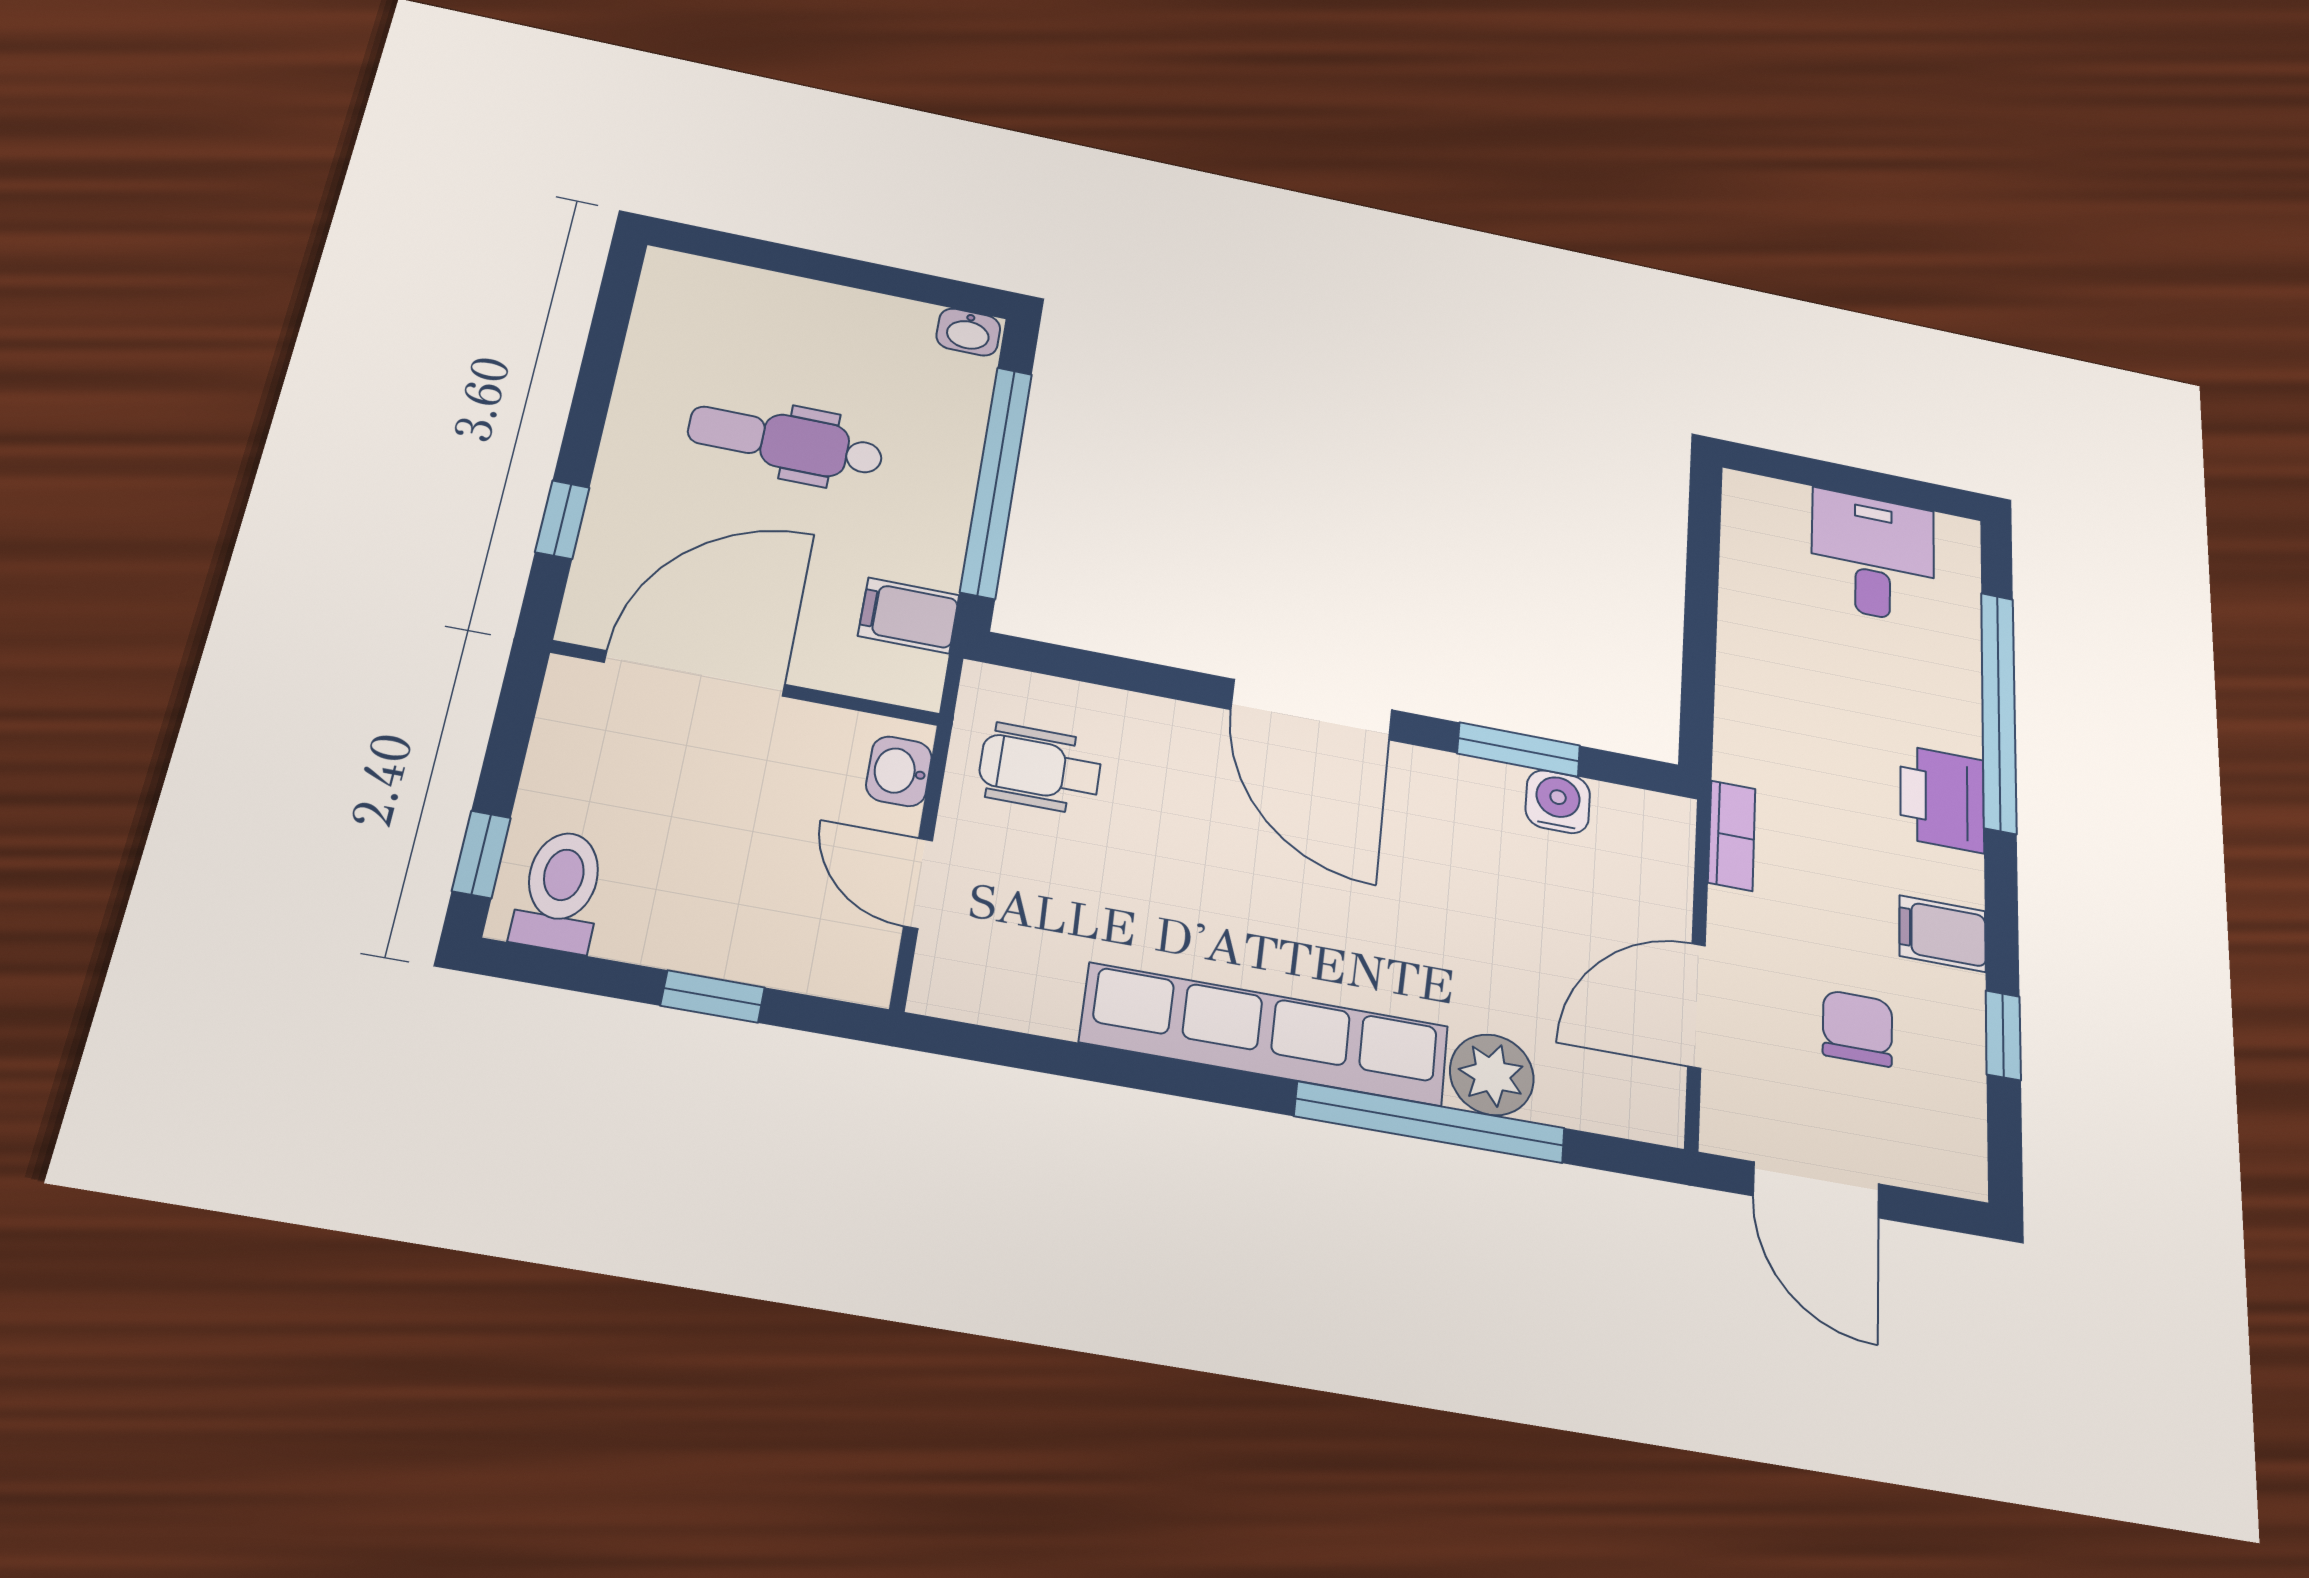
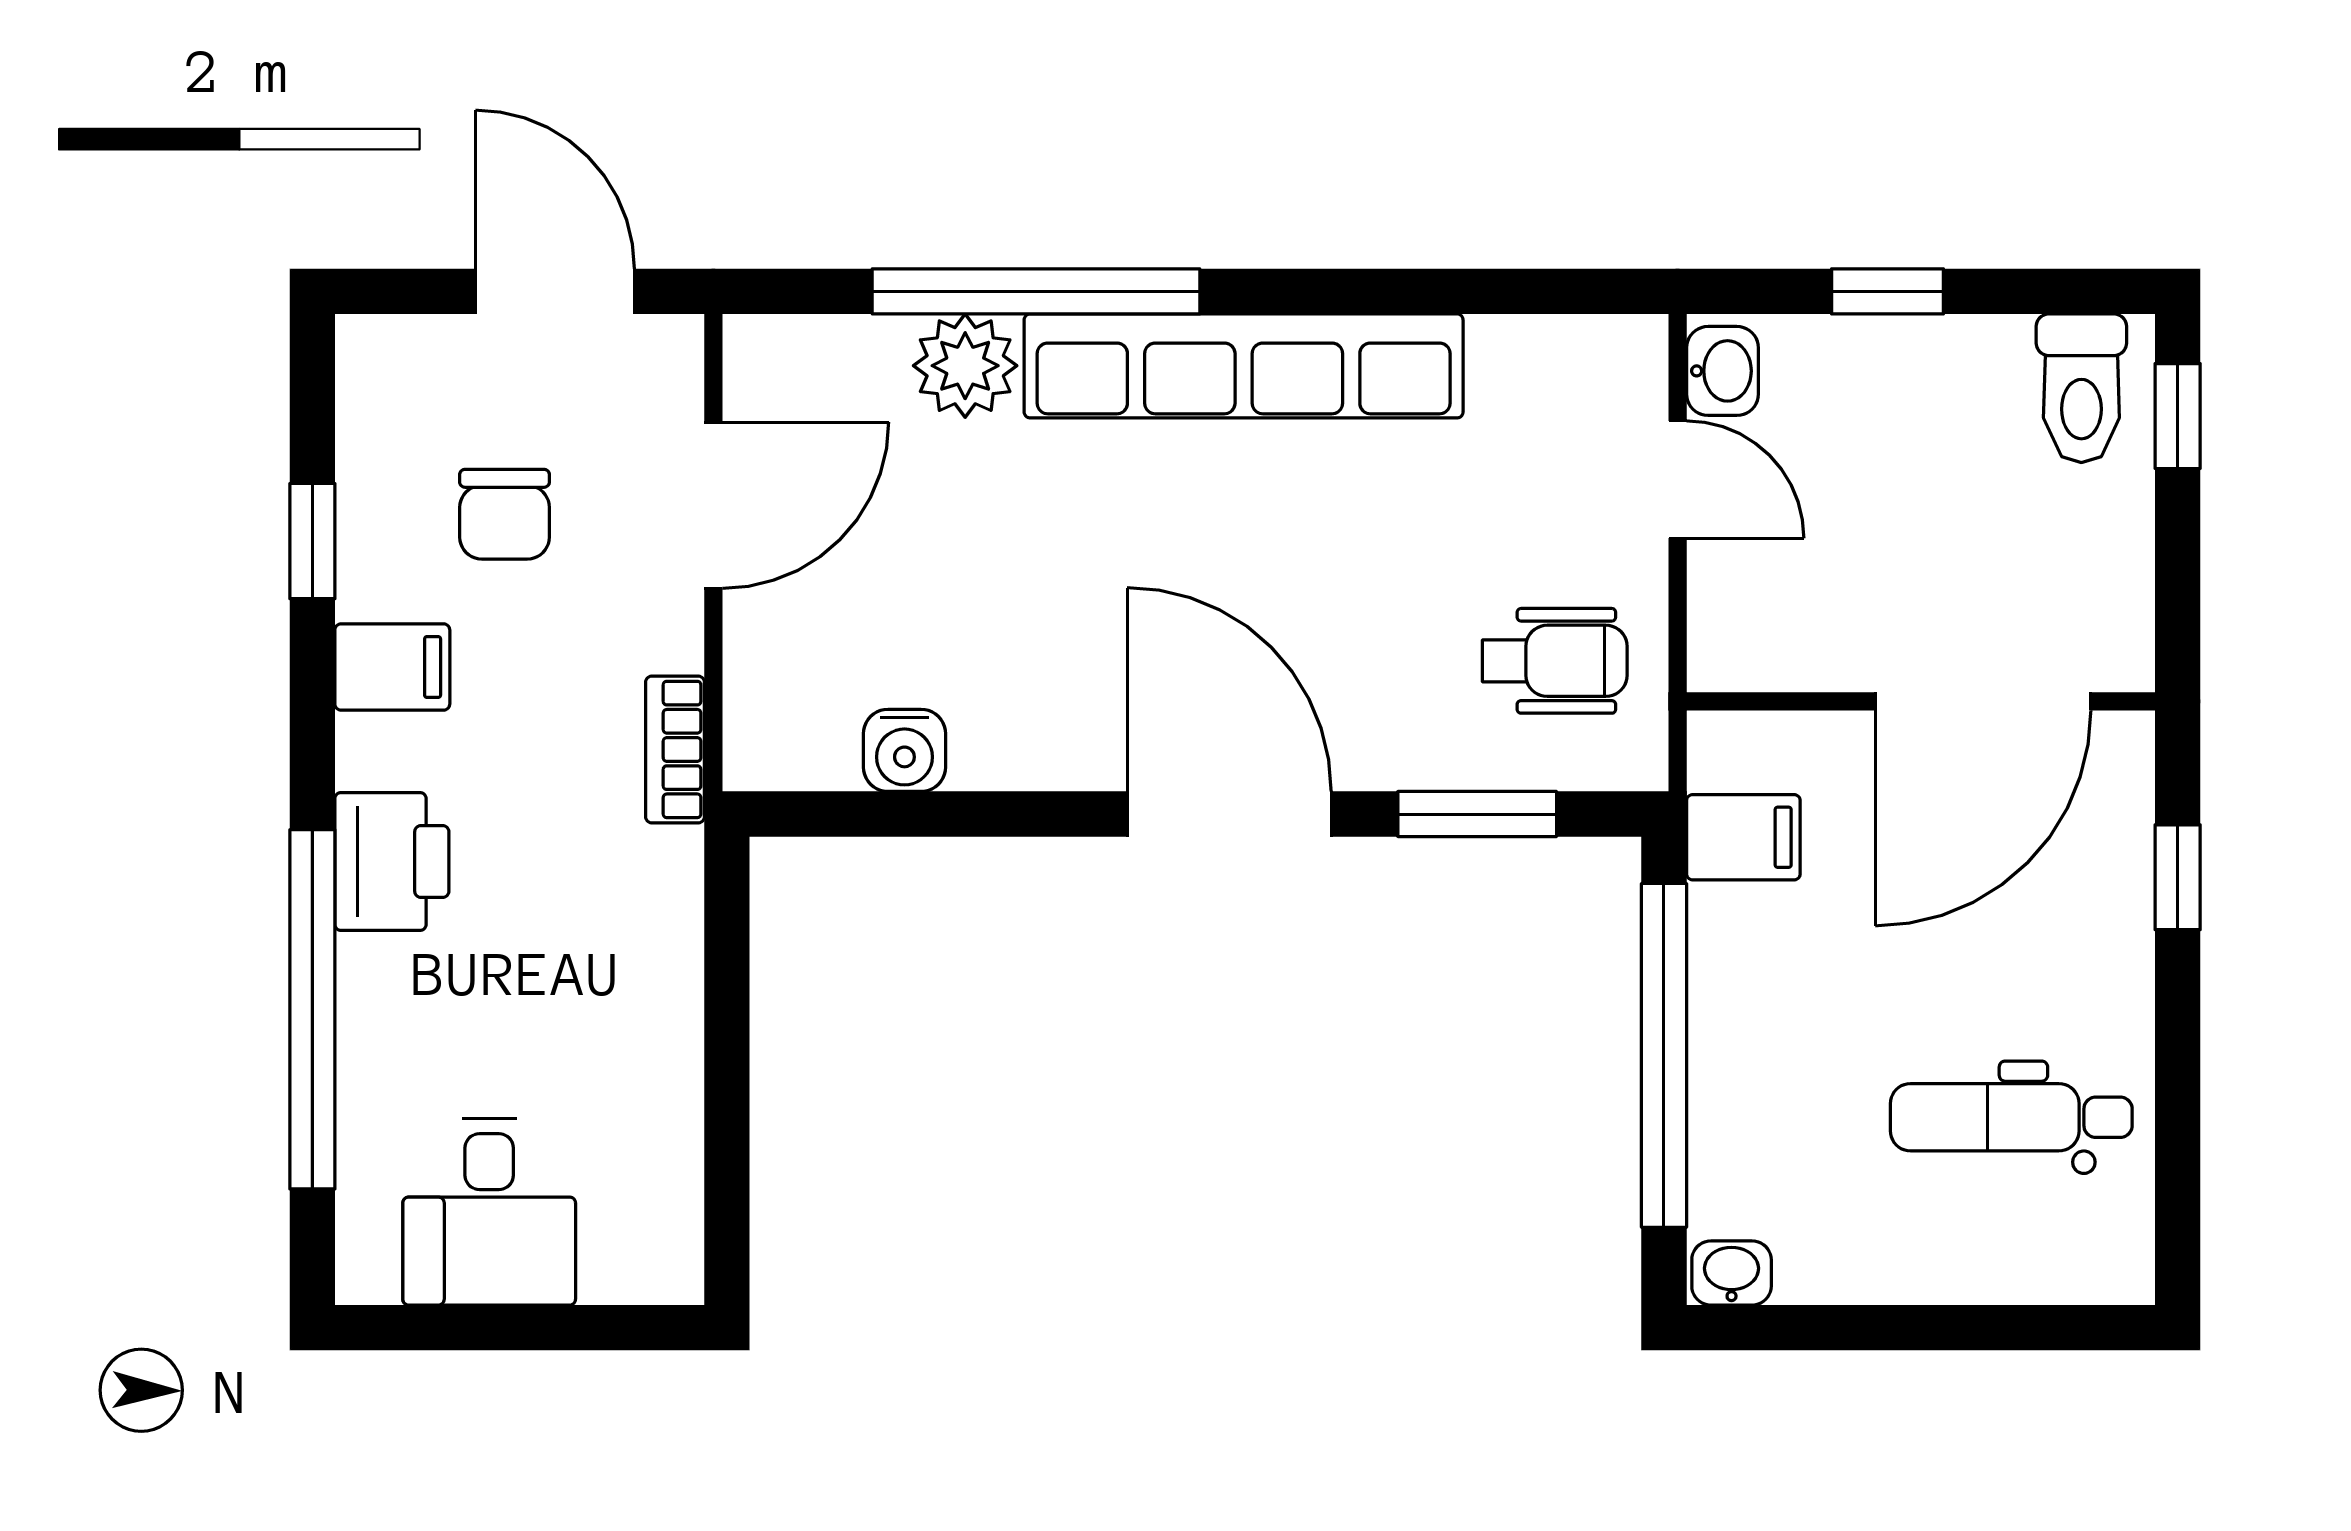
dental chair: (786, 442) -> (2011, 1117), moved, turned 180
window: (1519, 750) -> (1477, 814), moved
washbasin: (899, 771) -> (1722, 371), moved

